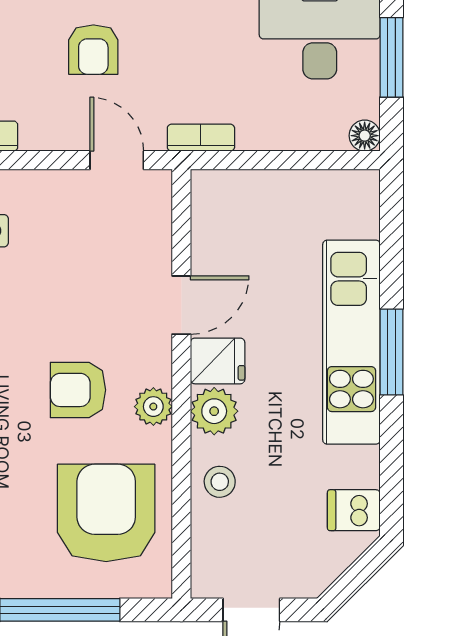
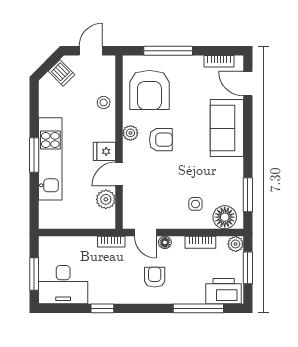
floor lamp: (365, 136) -> (165, 242), moved
plant: (214, 411) -> (106, 199), moved
dishwasher: (354, 510) -> (61, 73), moved, turned 45

